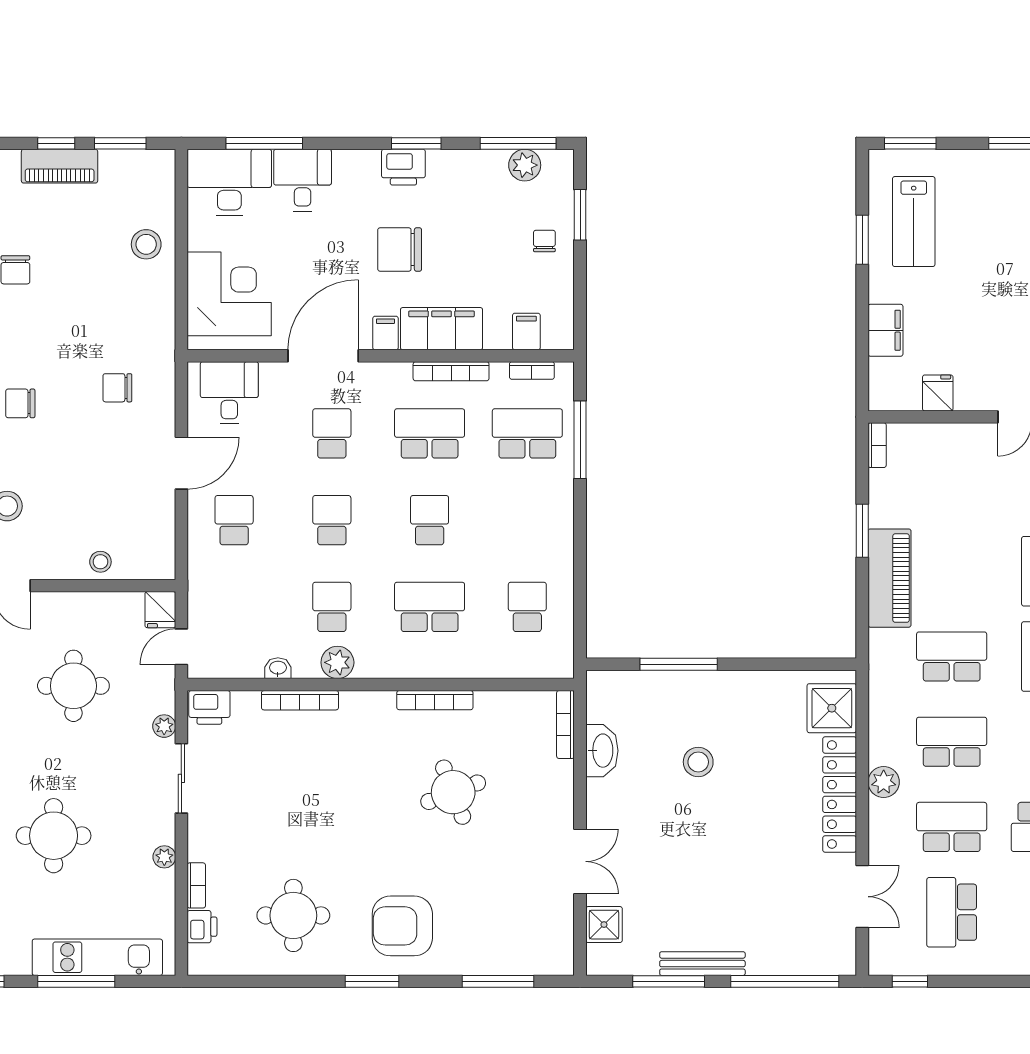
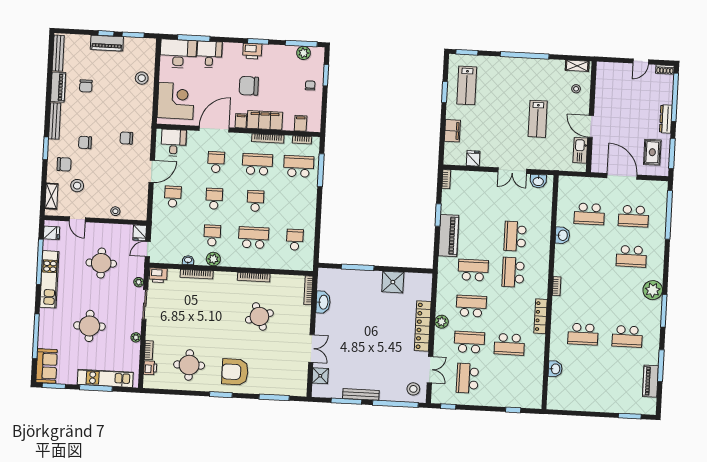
shower: (832, 708) -> (393, 282), moved
stool: (698, 762) -> (413, 389), moved

